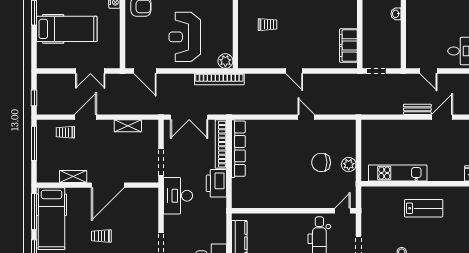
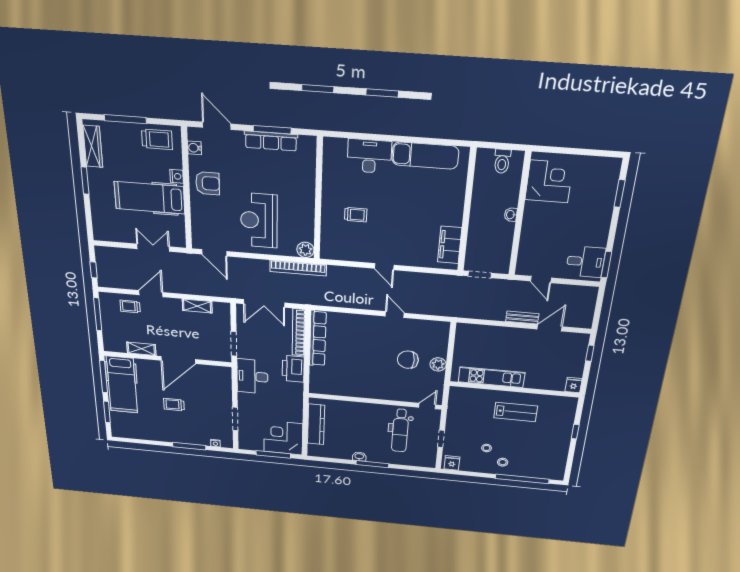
hospital bed: (67, 29) -> (150, 198), moved, turned 180
double door: (90, 71) -> (153, 248), swing flipped

